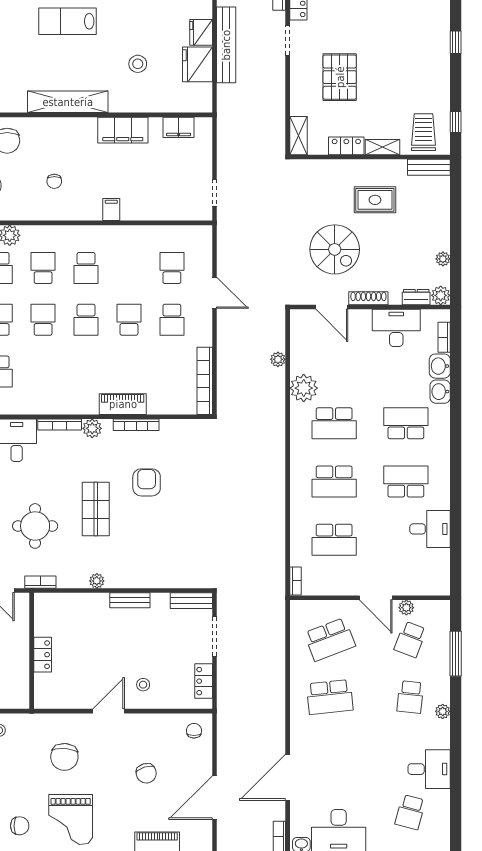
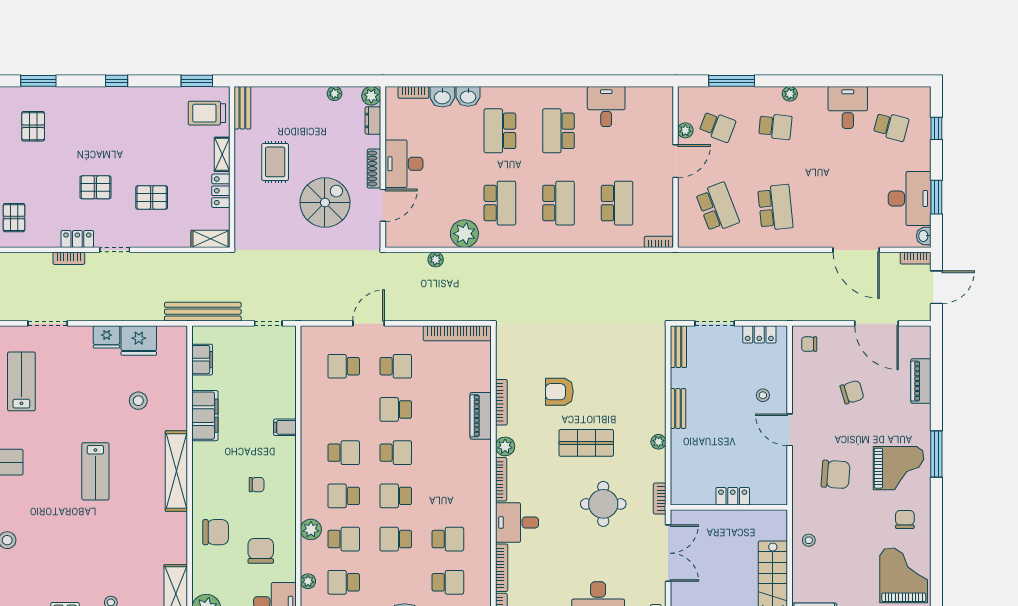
pallet: (350, 21) -> (95, 187), added
bench: (226, 45) -> (203, 312), moved
pallet: (340, 77) -> (152, 197), width x0.67, depth x0.71
window: (456, 122) -> (197, 81), width x1.50
desk: (396, 328) -> (404, 164), moved

